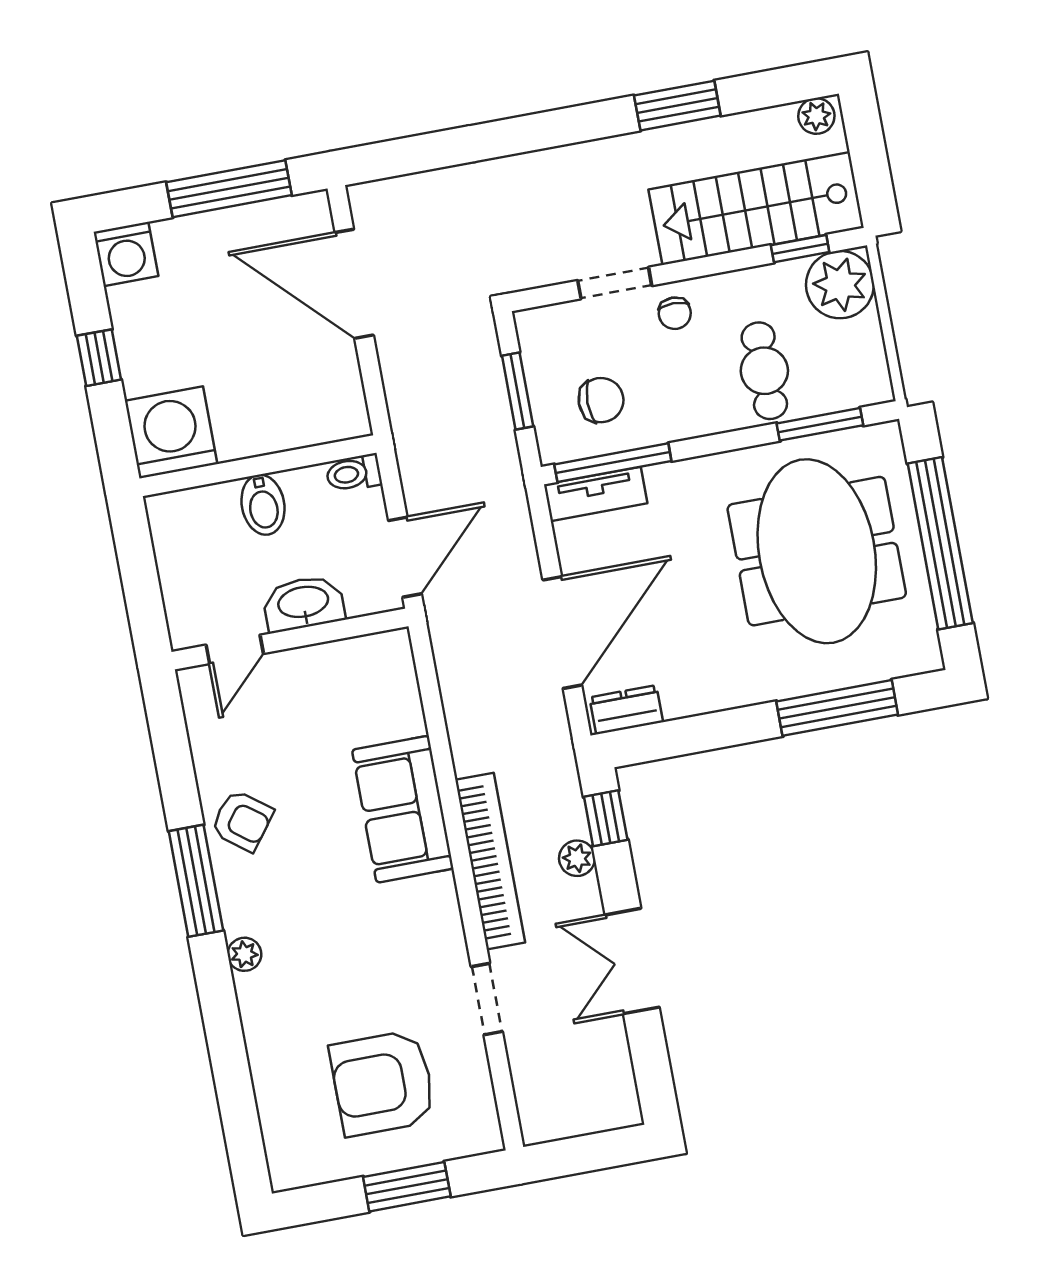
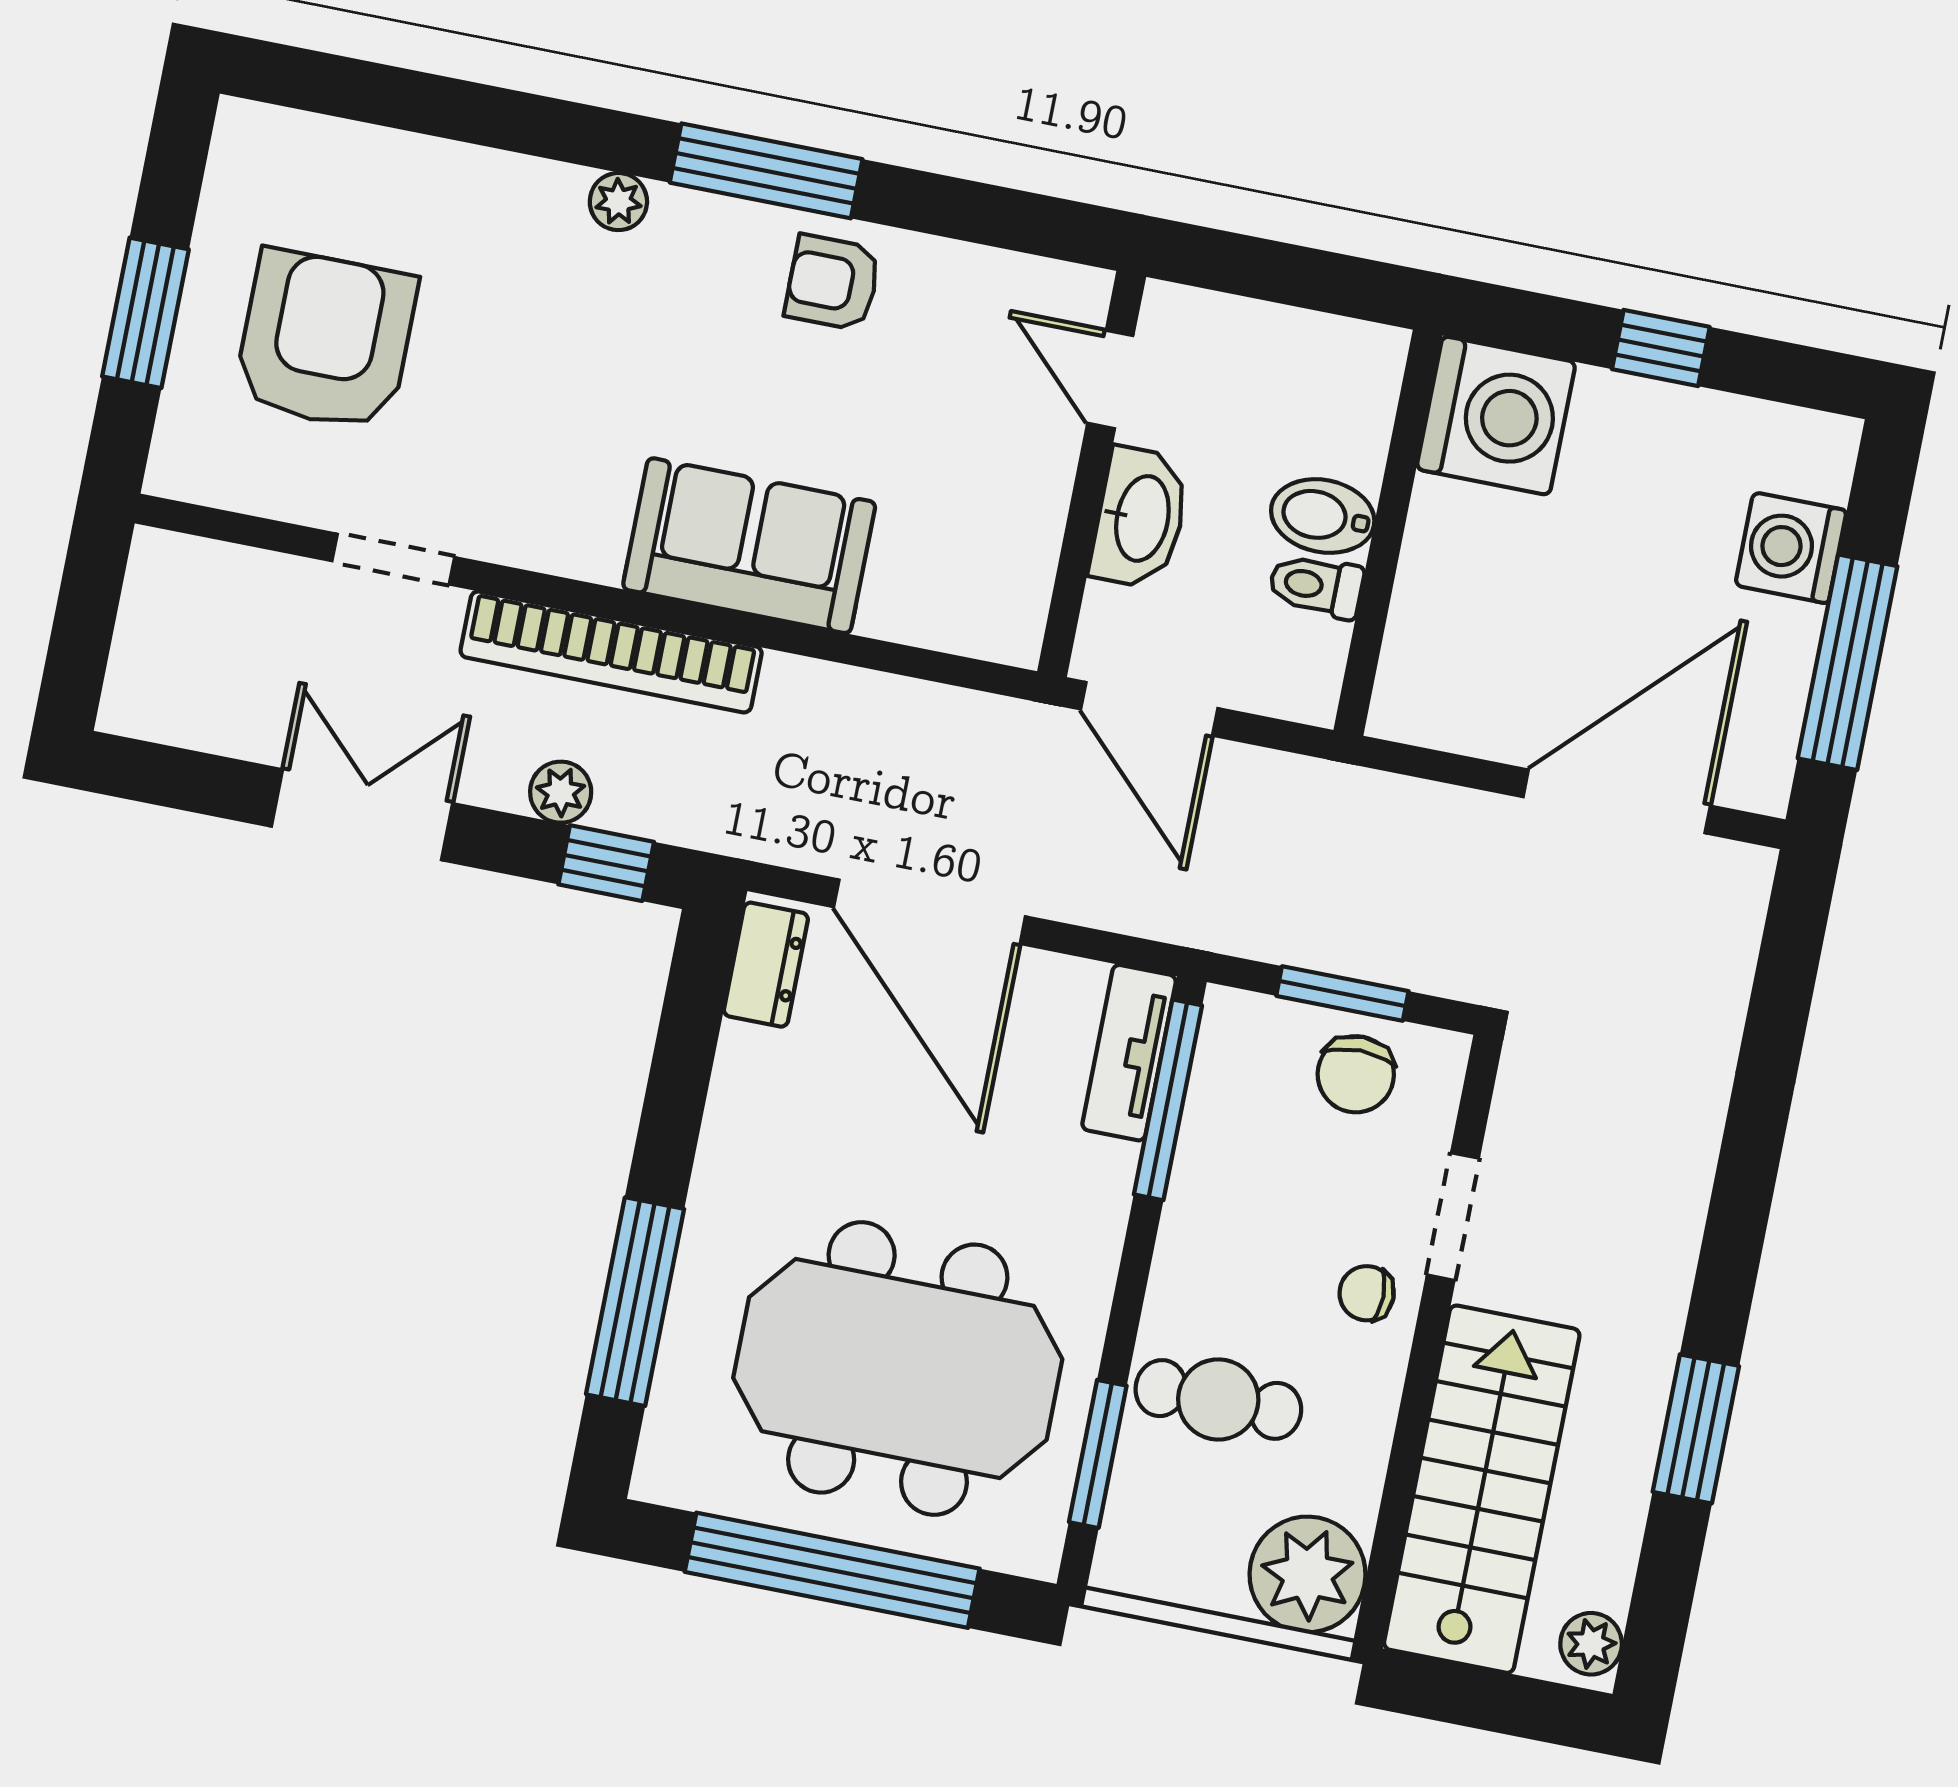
window: (800, 249) -> (1390, 1534), removed
washing machine: (126, 254) -> (1791, 548), moved
chair: (601, 400) -> (1356, 1074), moved
toilet: (354, 473) -> (1316, 586), moved, turned -90
armchair: (242, 821) -> (833, 283), turned 53

